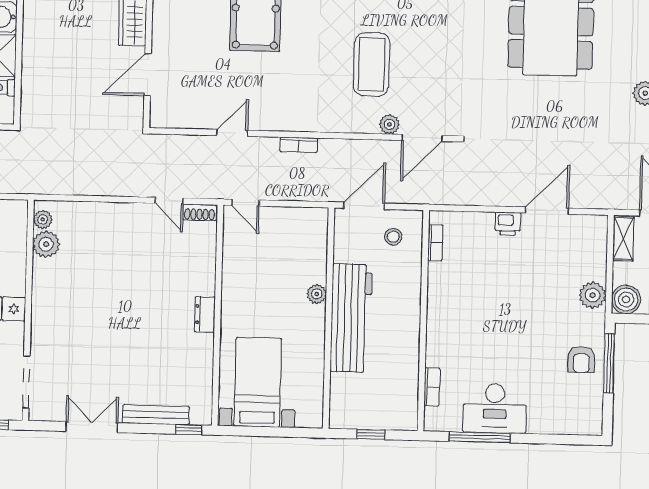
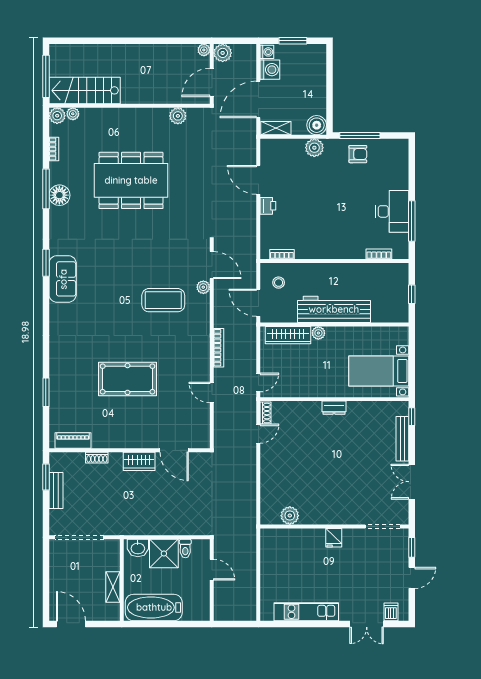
bookcase: (299, 145) -> (219, 348), width x1.56
plant: (43, 219) -> (273, 518), removed
wardrobe: (315, 249) -> (288, 335), added

